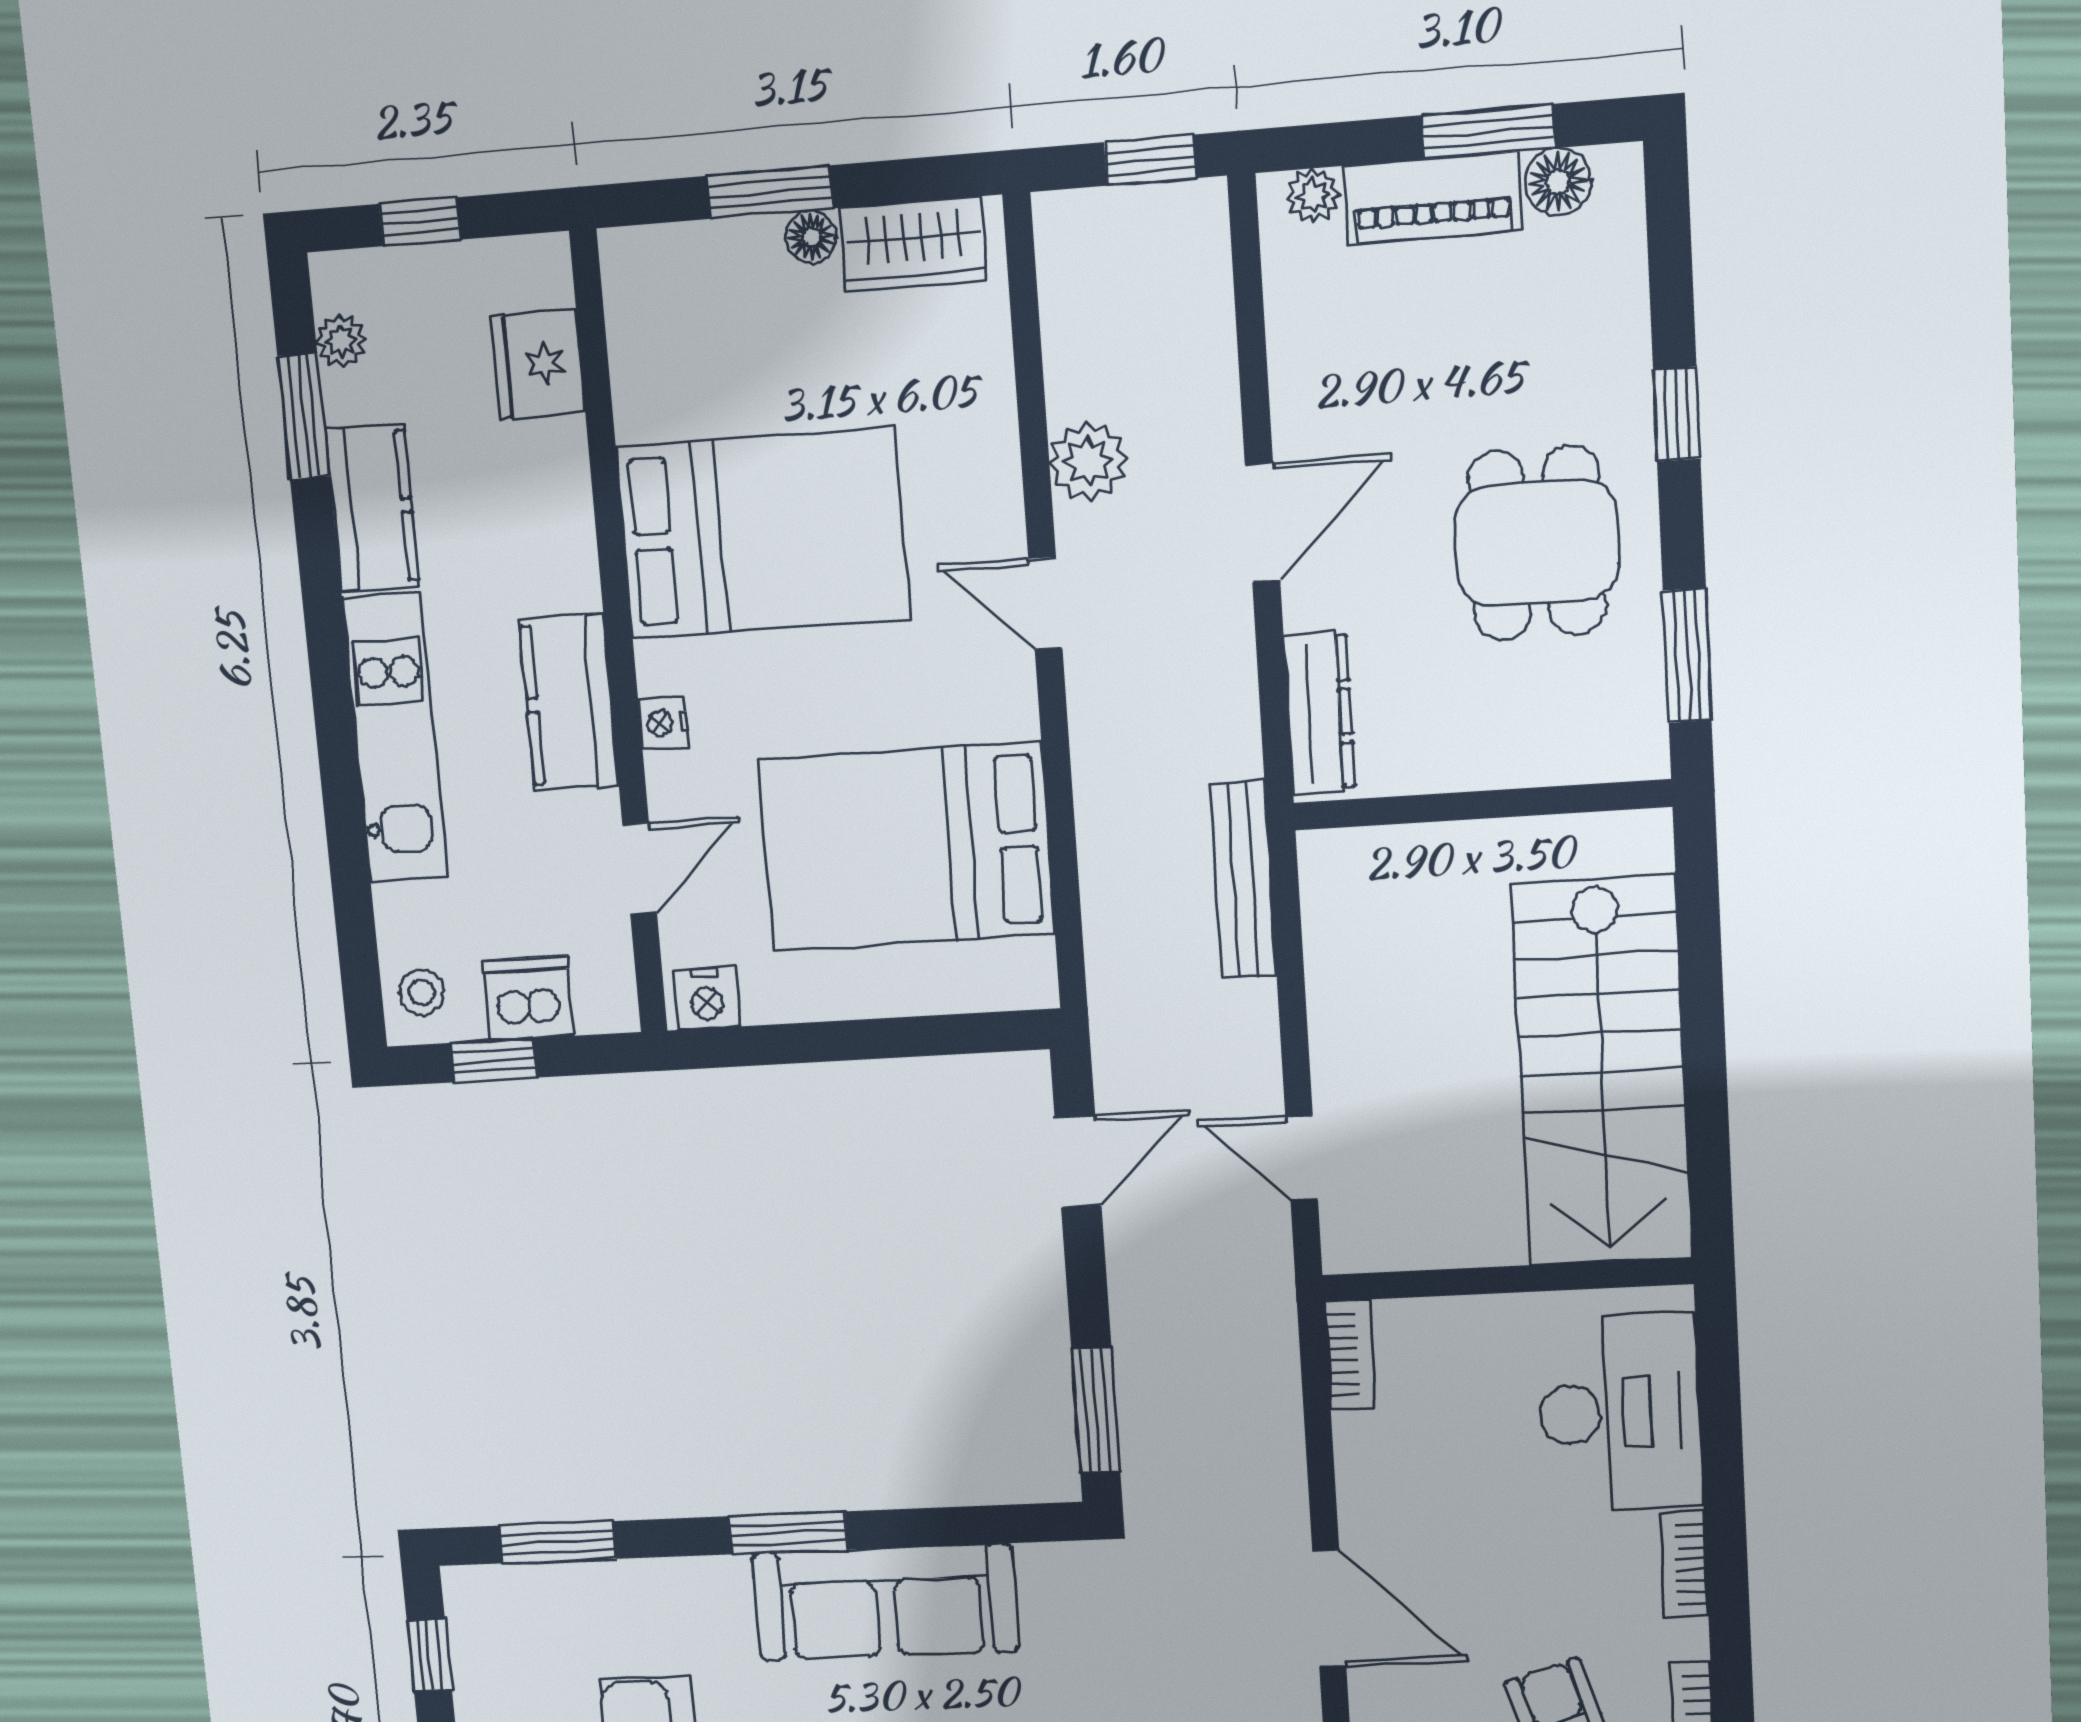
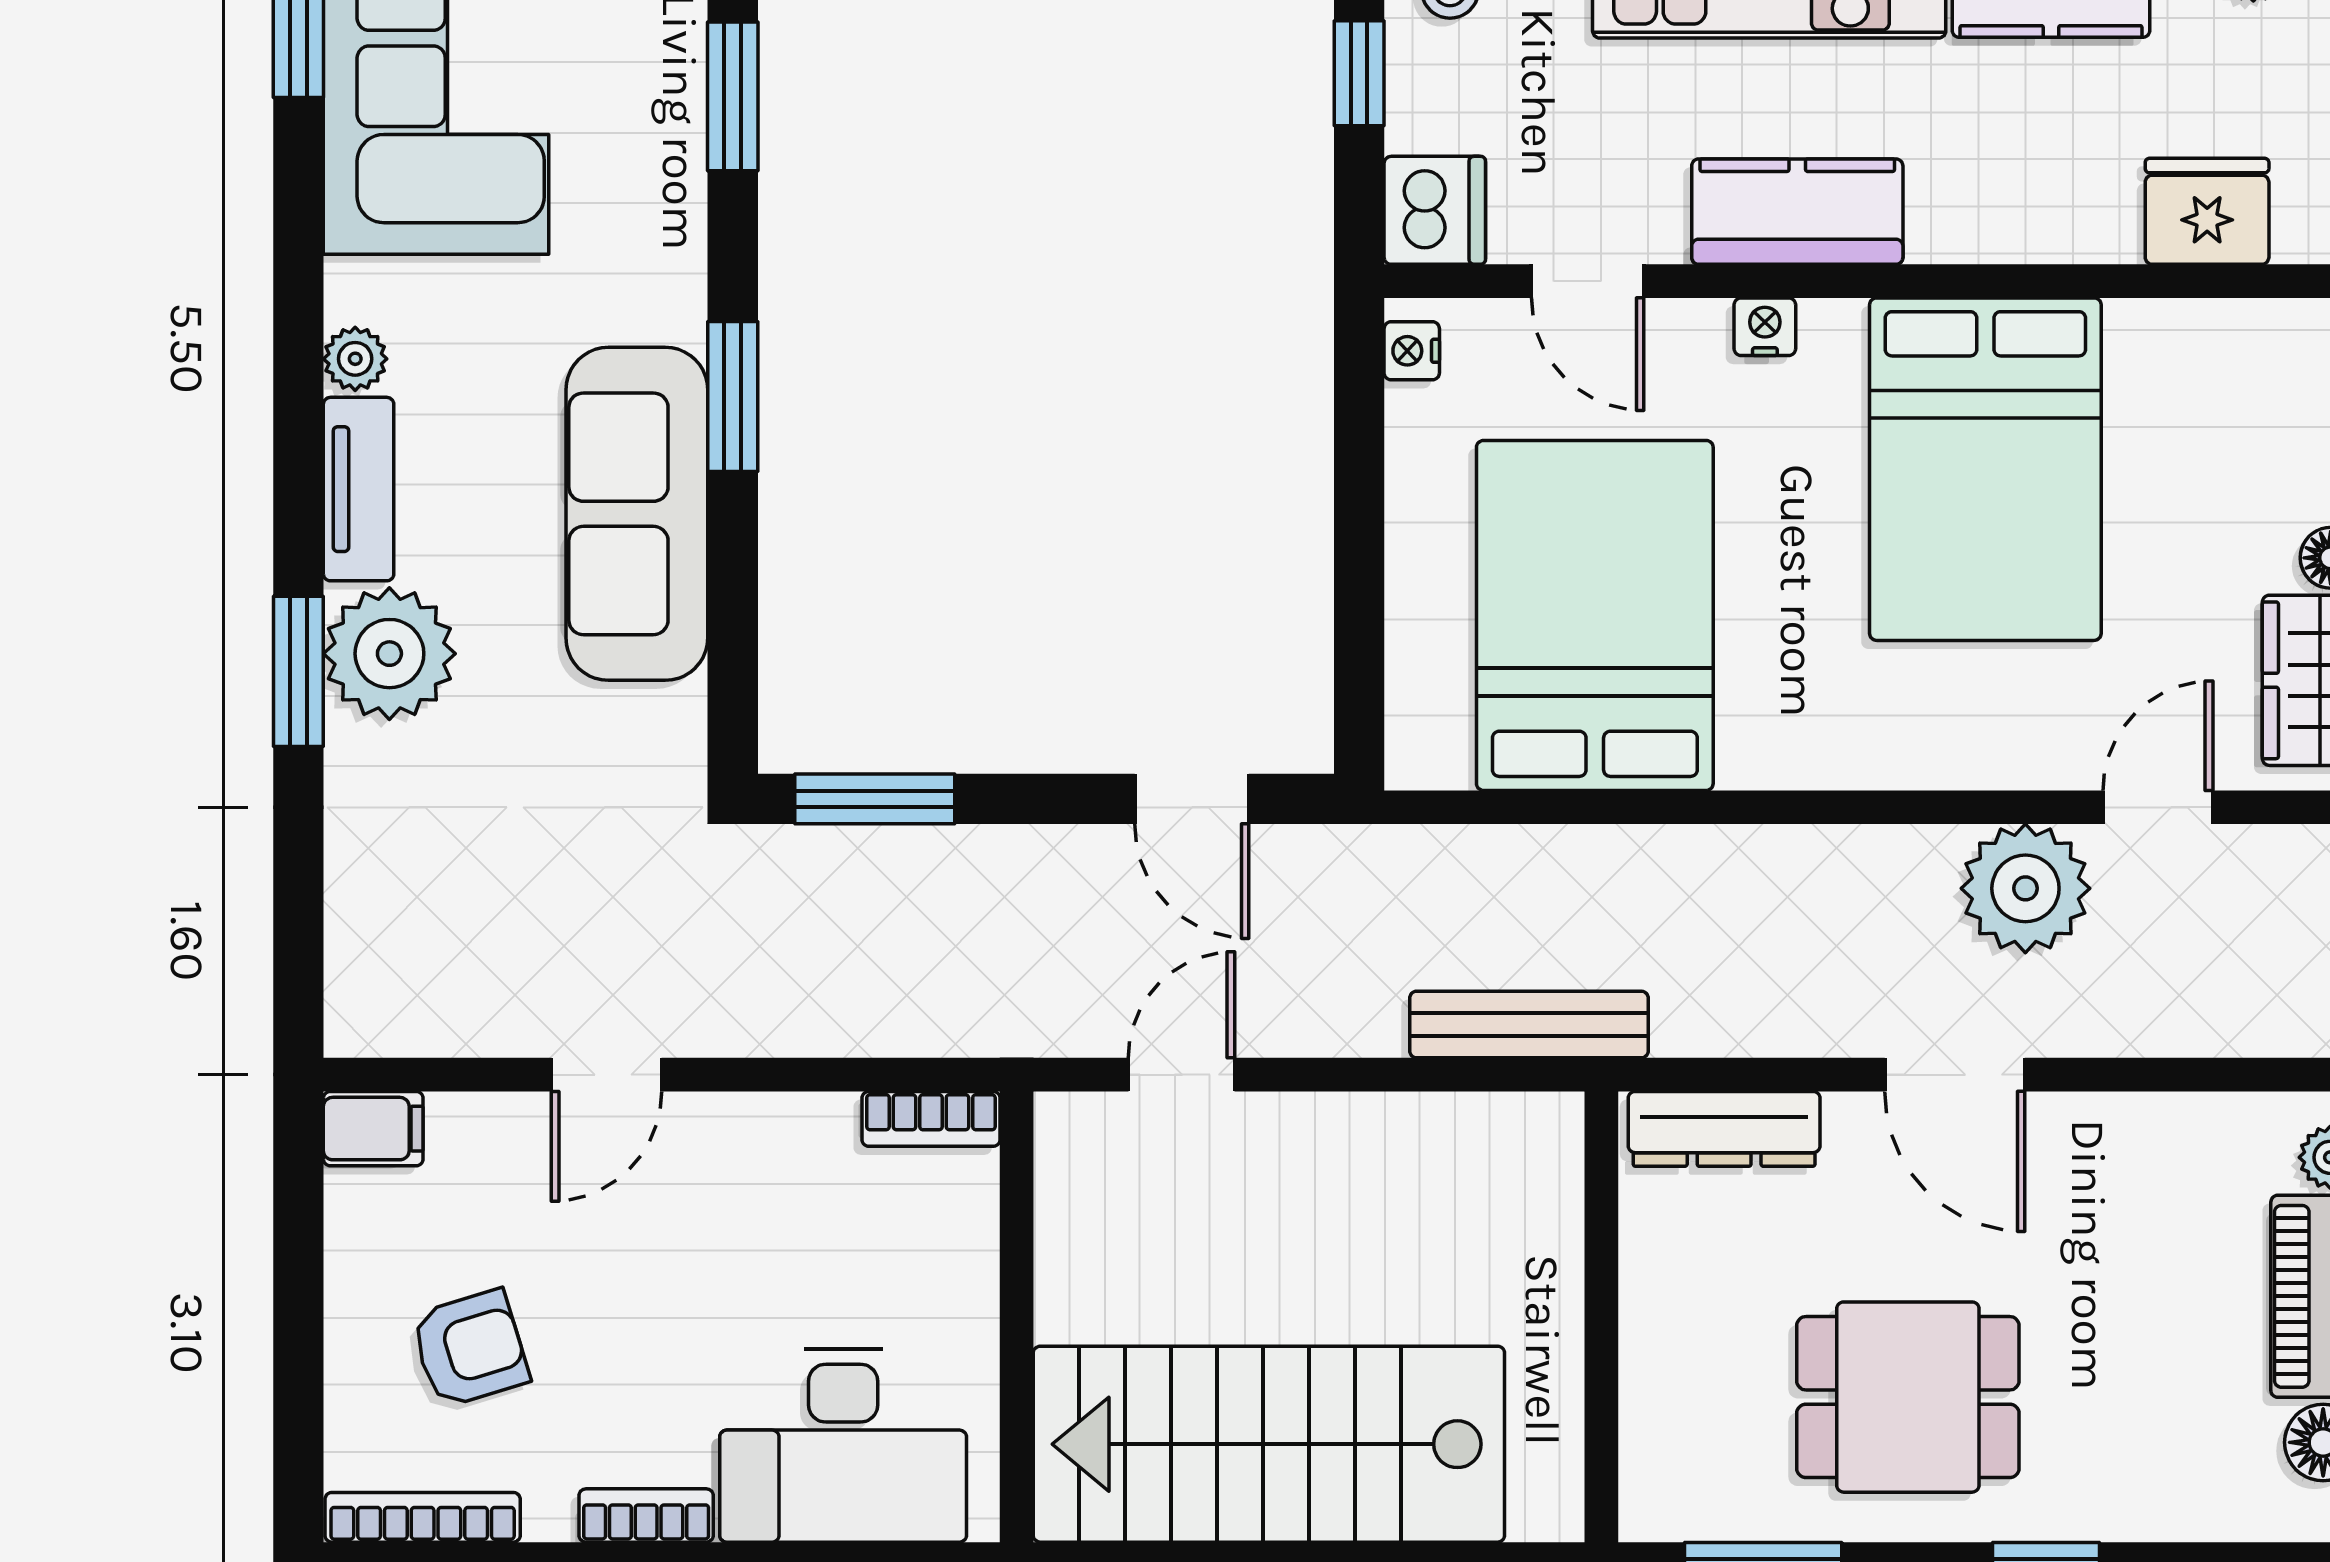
plant: (1088, 461) -> (2025, 888), width x1.36, depth x1.36
door: (1045, 604) -> (2158, 807), moved
dishwasher: (528, 998) -> (1435, 210), moved
nightstand: (707, 998) -> (1412, 351), width x0.72, depth x0.74
door: (1329, 1609) -> (606, 1075), width x0.73

